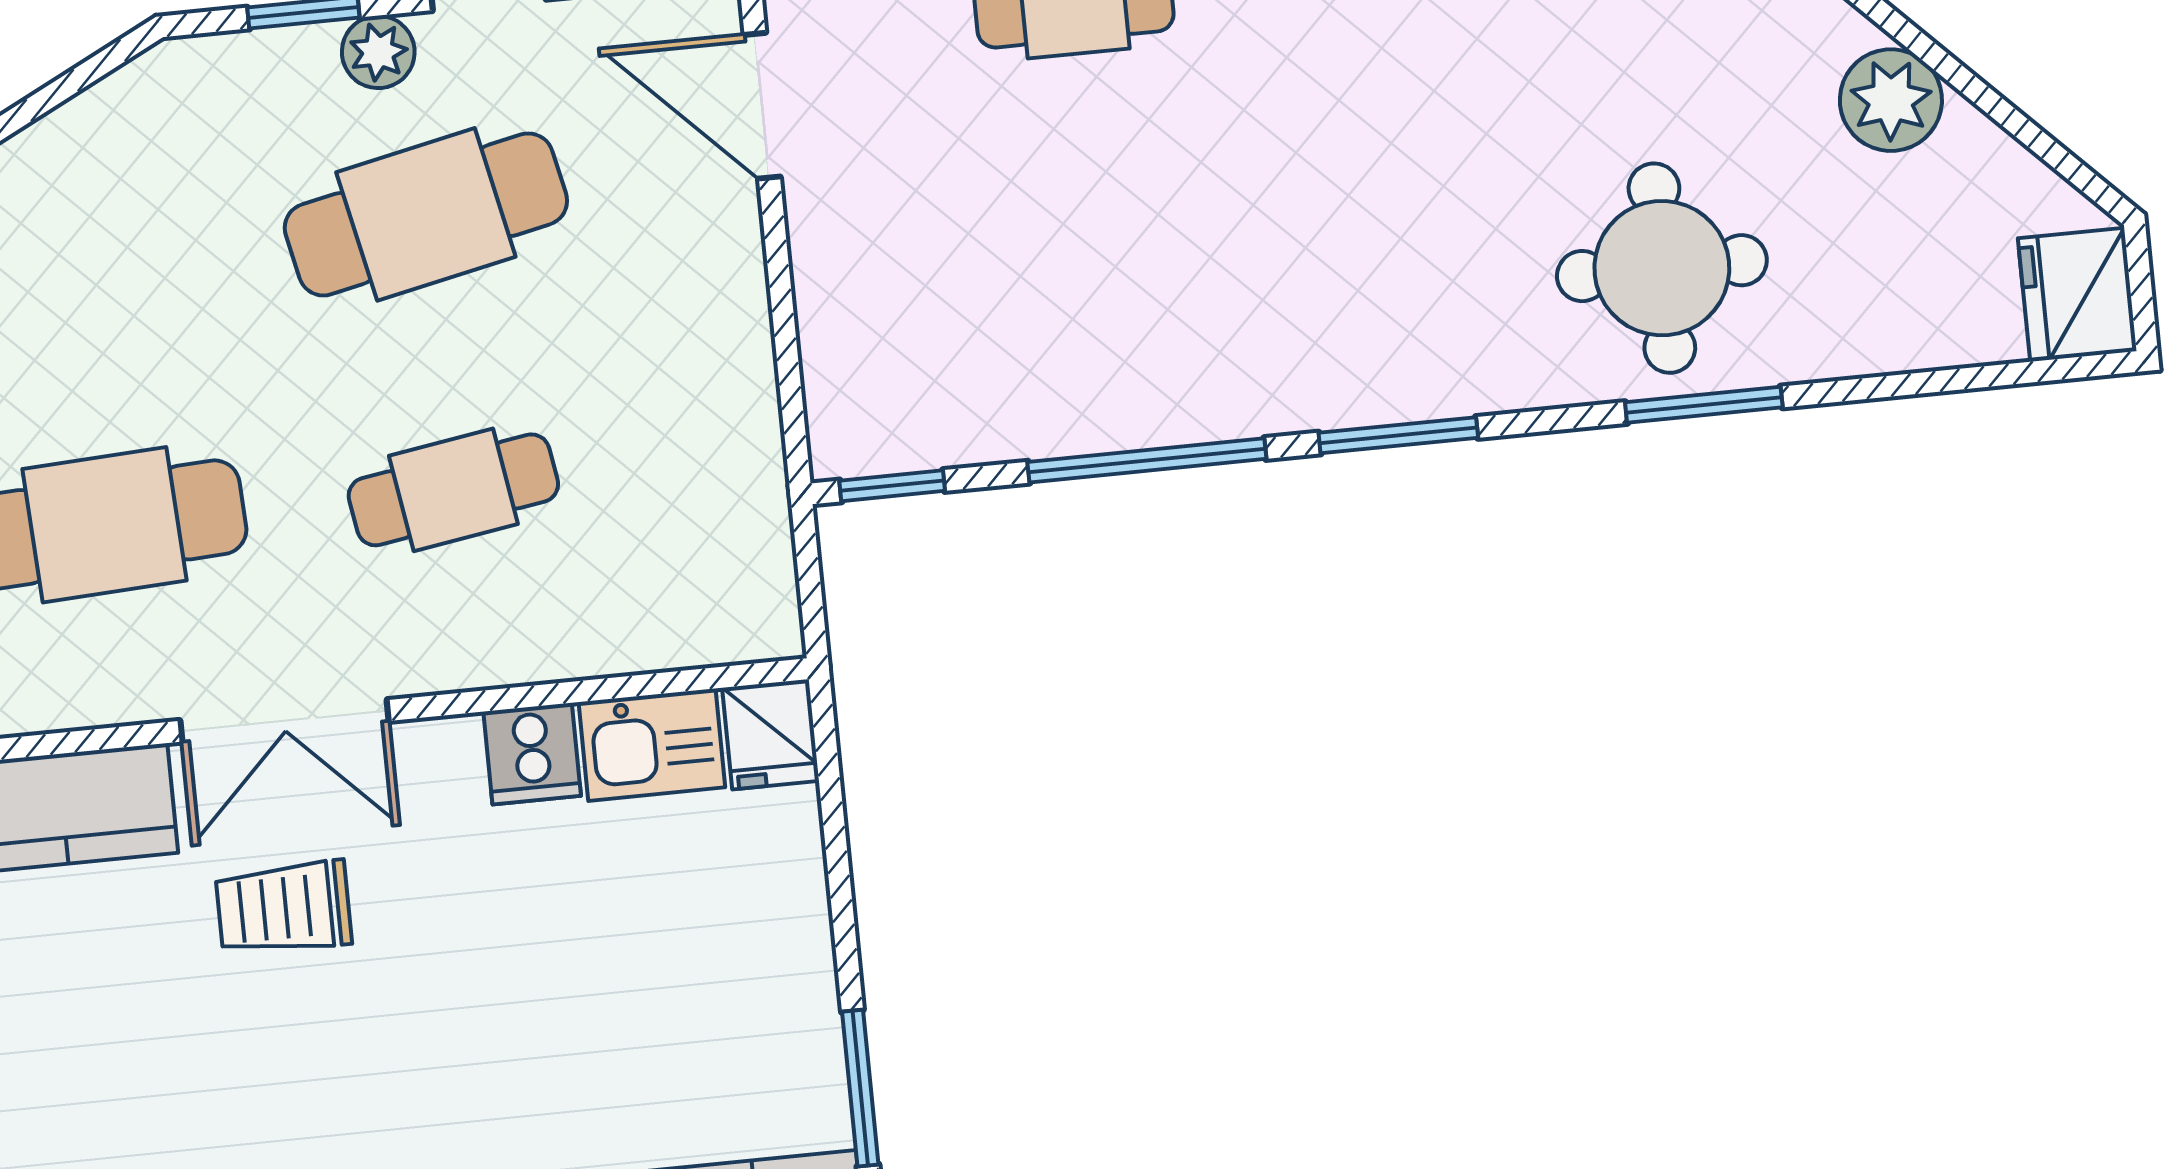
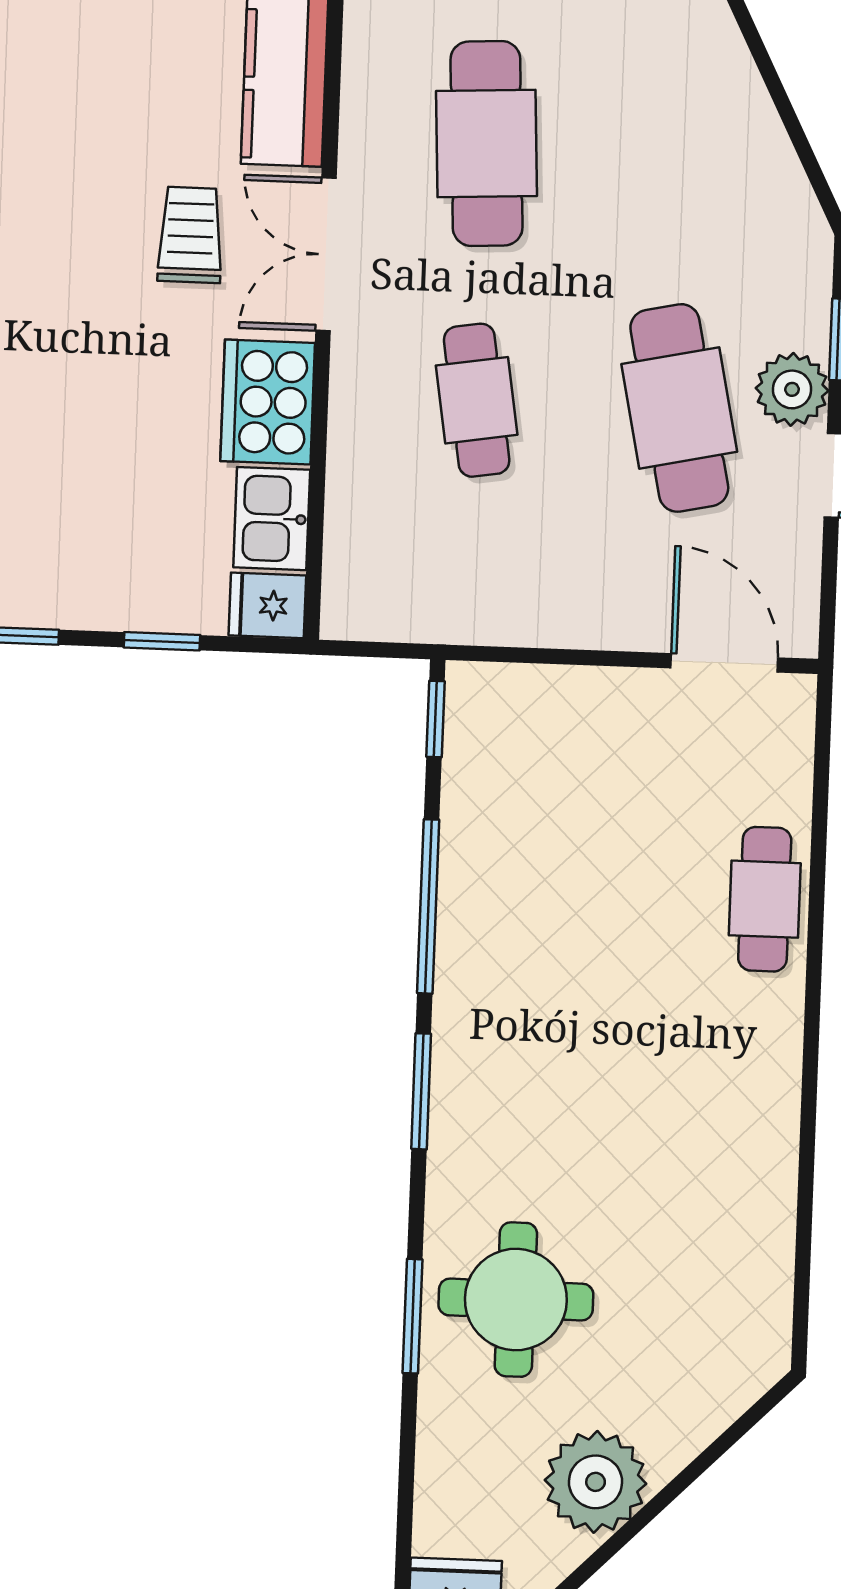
plant: (378, 52) -> (792, 389), width x1.38, depth x1.38
plant: (1891, 100) -> (596, 1482), width x1.36, depth x1.36
door: (762, 106) -> (724, 663), hinge flipped
cooker: (532, 754) -> (268, 402), width x1.87, depth x1.31
window: (838, 870) -> (162, 641), added

